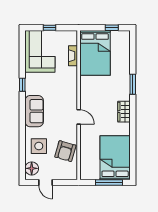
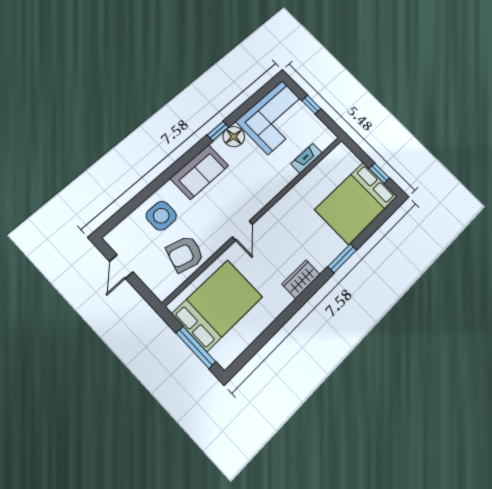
bed: (95, 53) -> (356, 203), moved
bed: (115, 158) -> (217, 305), moved
floor lamp: (32, 168) -> (234, 137), moved

